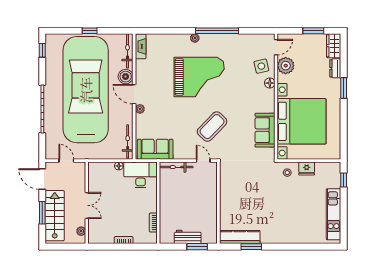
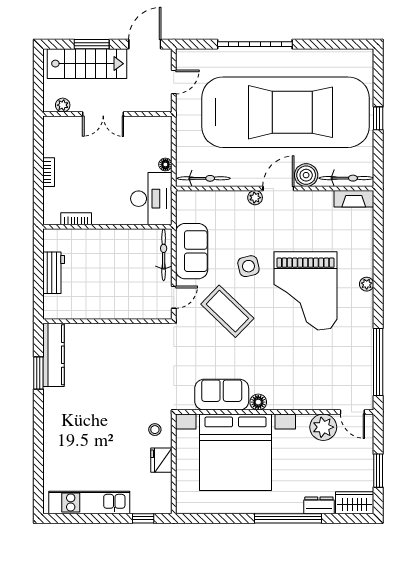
window: (217, 31) -> (378, 362), moved
window: (42, 50) -> (347, 44), removed
side table: (261, 66) -> (248, 266), moved
floor lamp: (270, 83) -> (258, 402), moved
window: (344, 88) -> (288, 518), width x2.11
sofa: (155, 149) -> (192, 251), moved
window: (197, 247) -> (38, 288), removed

